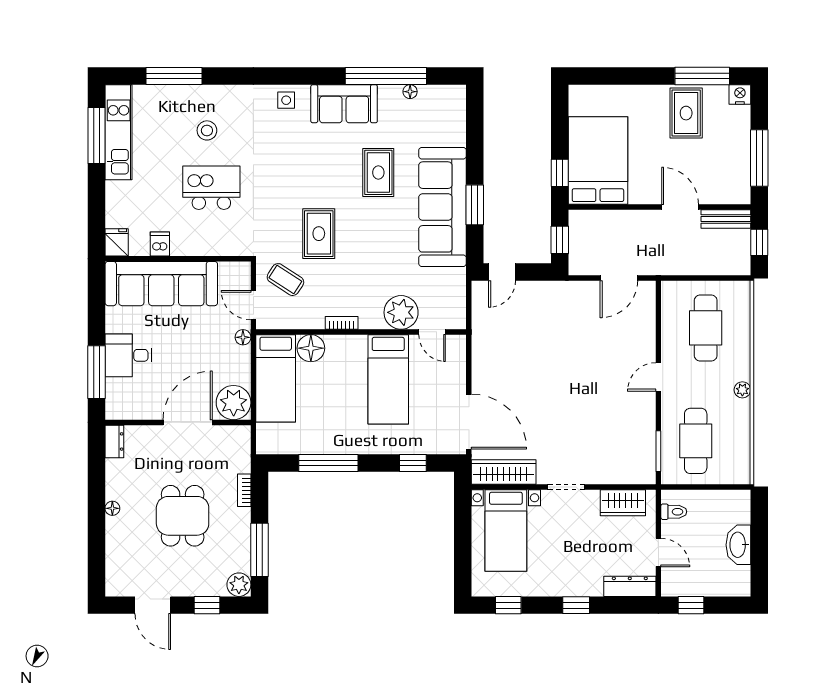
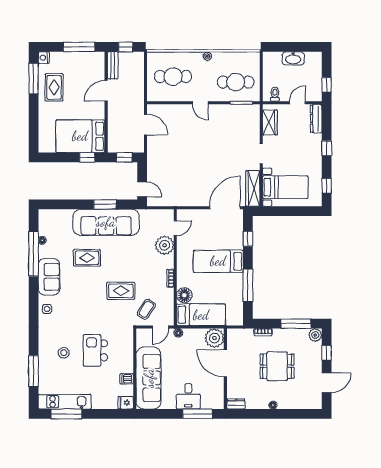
rug: (686, 113) -> (54, 87), turned 90
bed: (388, 379) -> (218, 261), moved, turned 180

